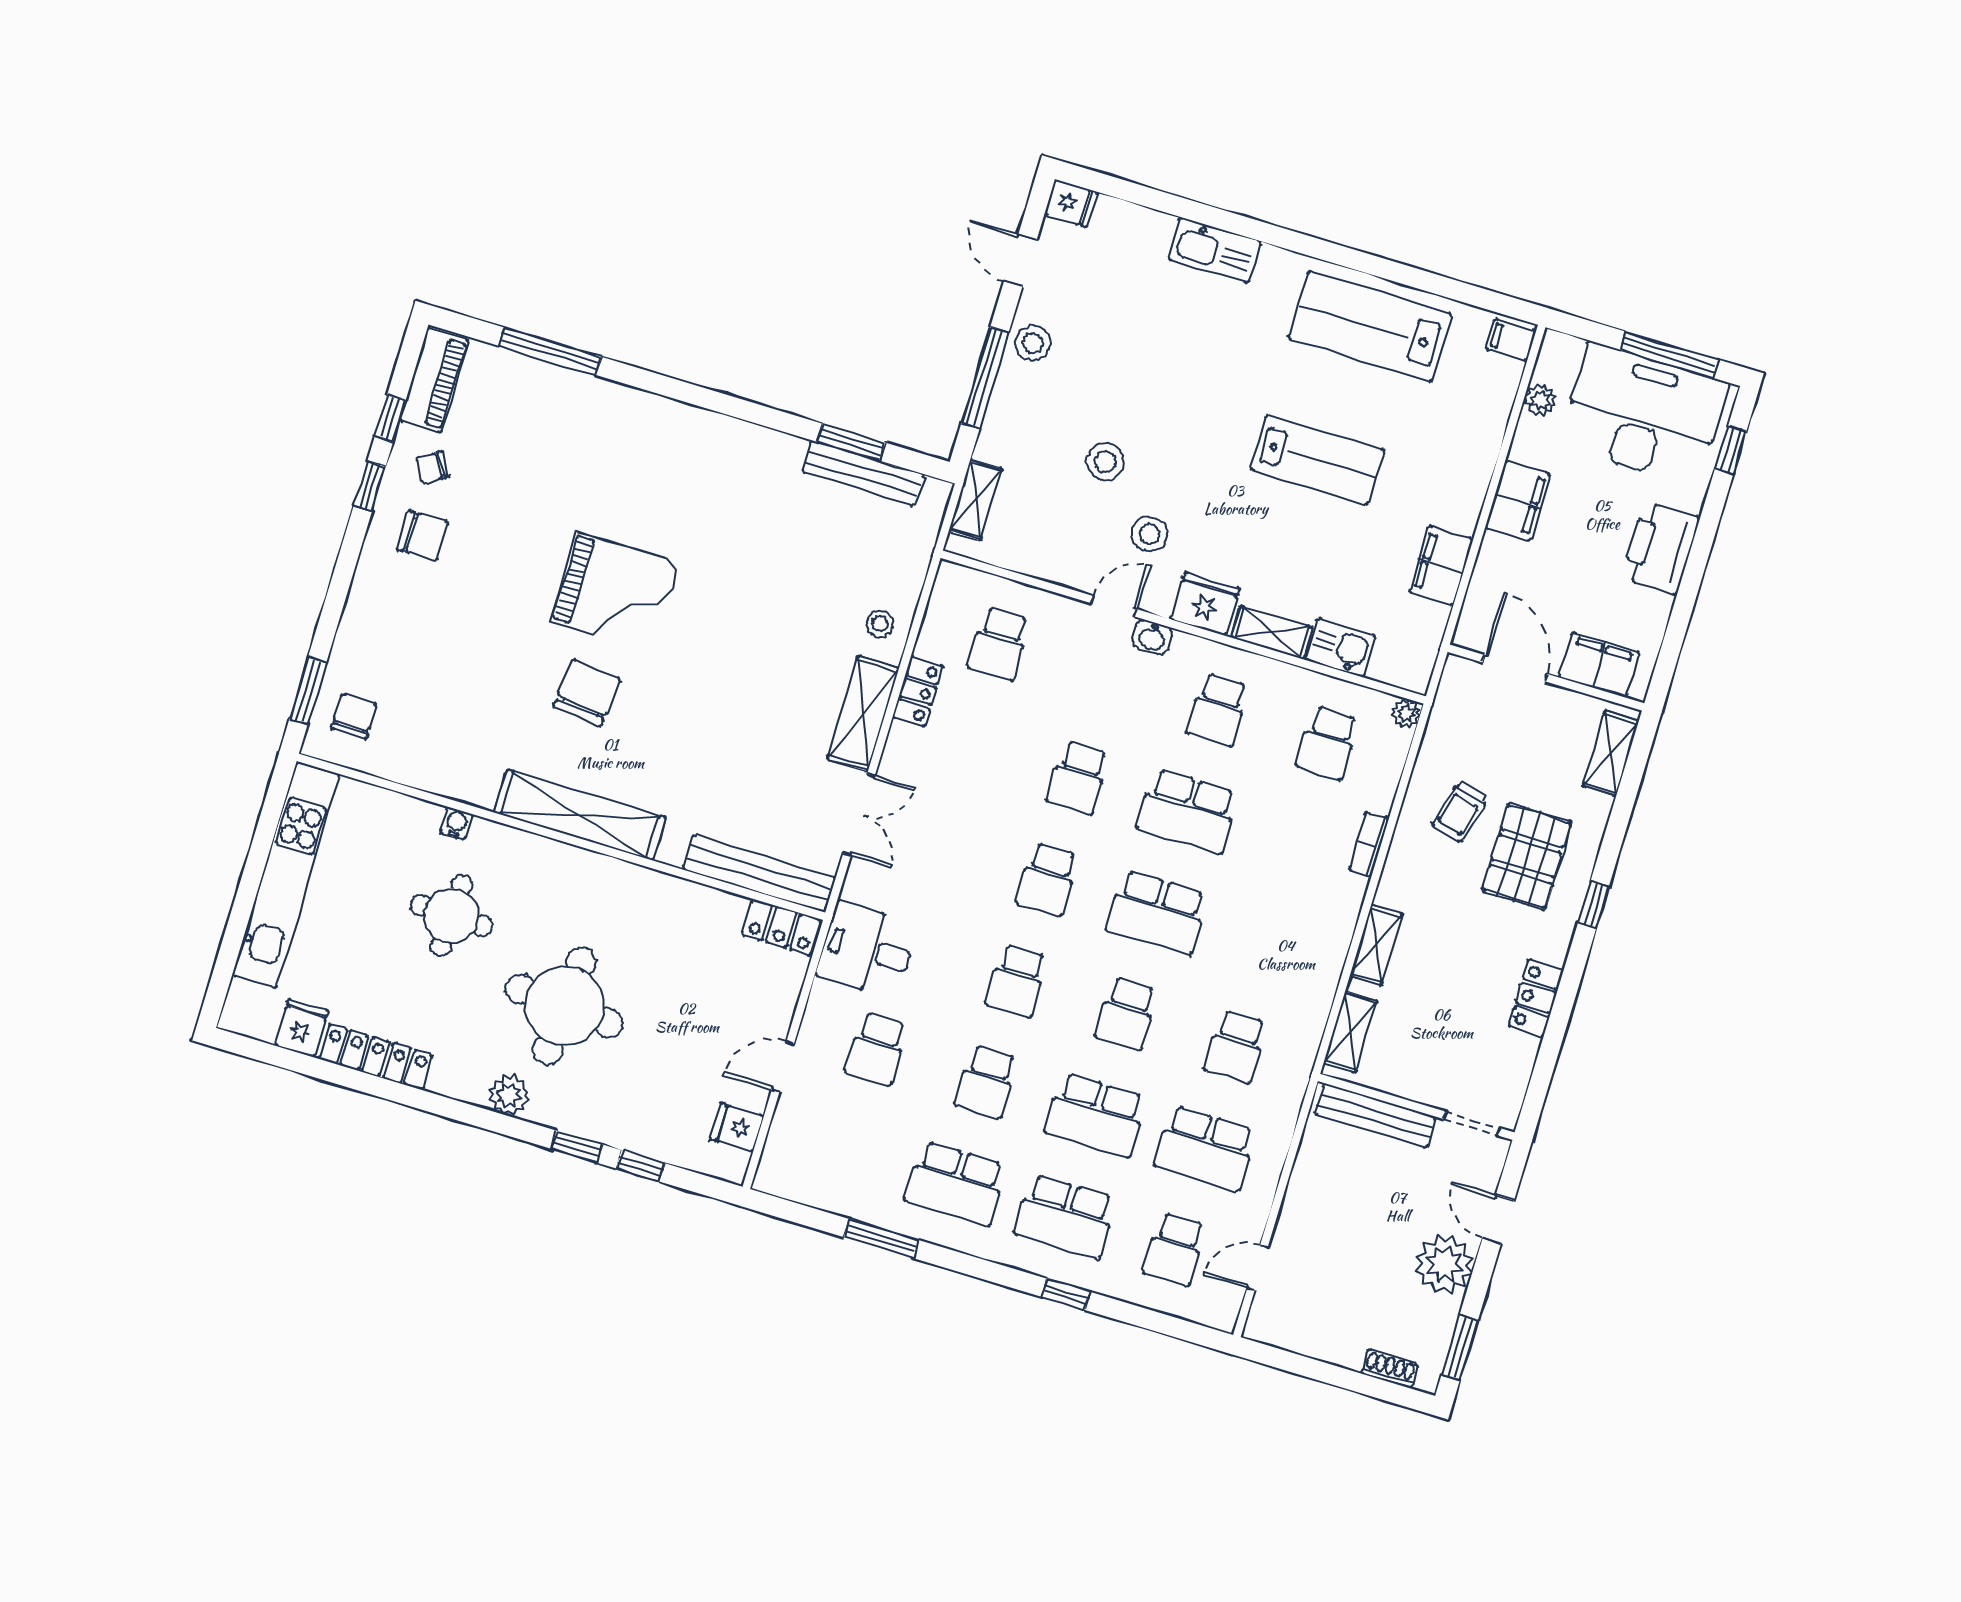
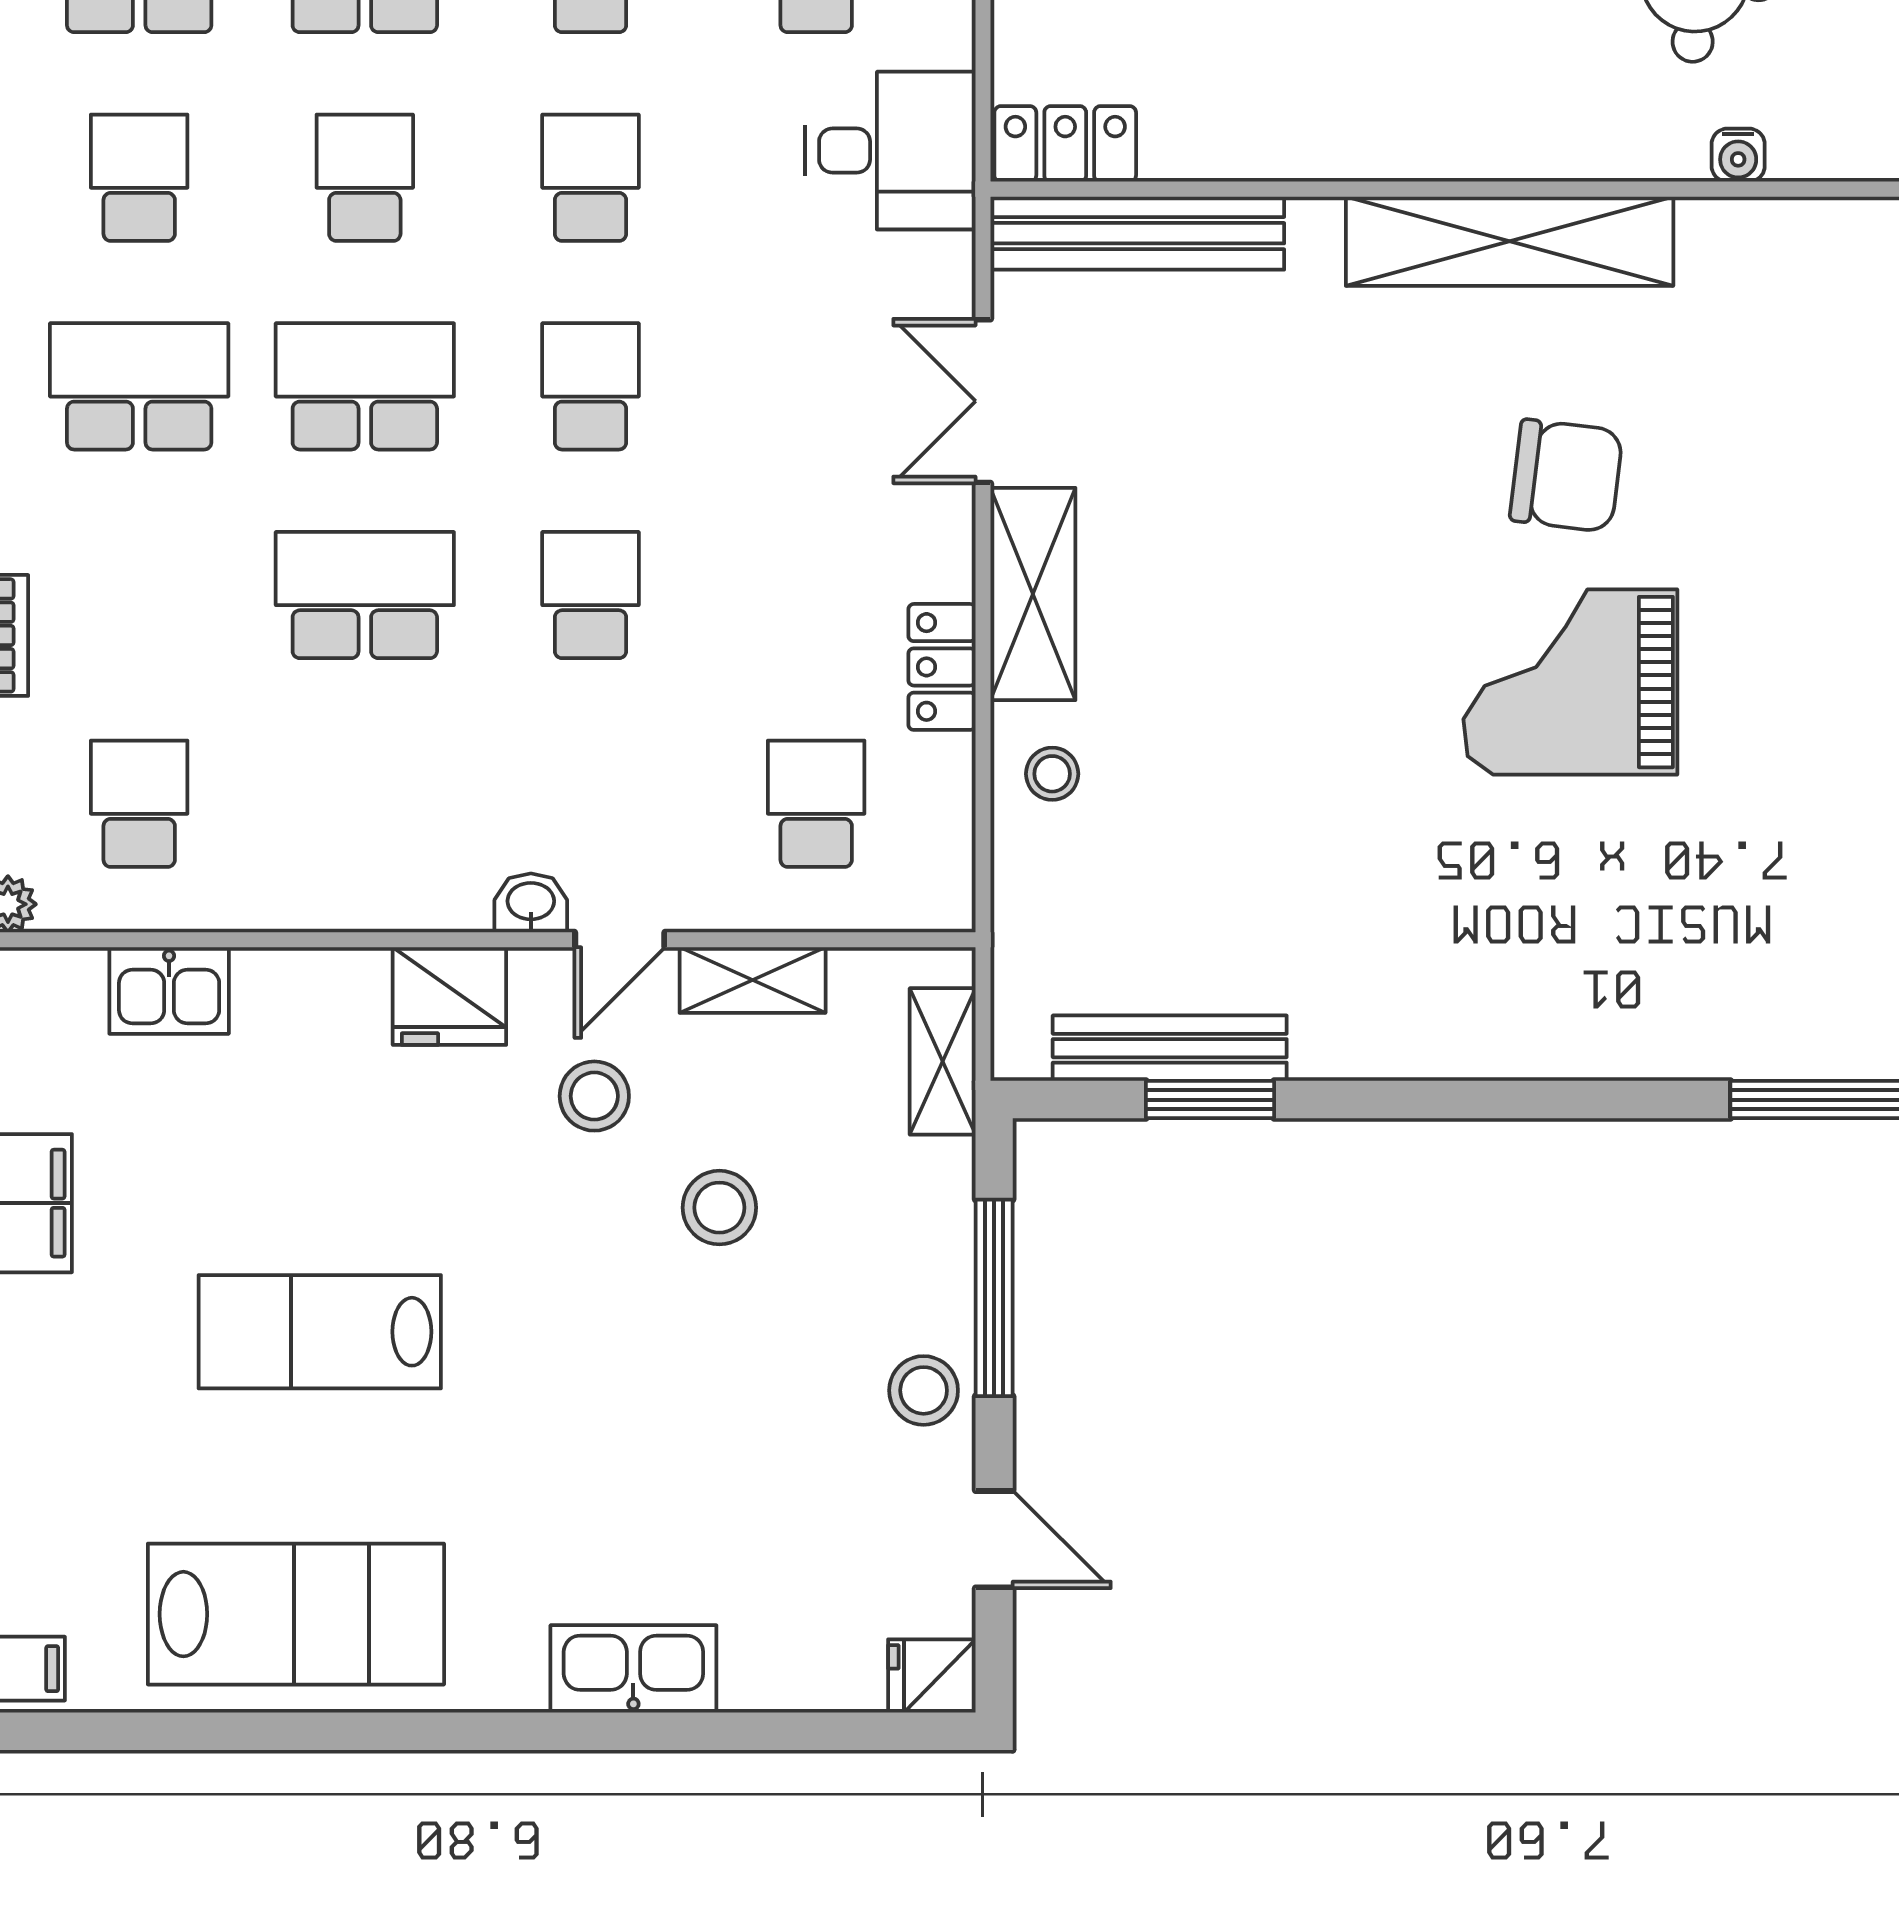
shelving: (1272, 632) -> (753, 980), moved
chair: (587, 693) -> (1566, 476), turned -89
school desk: (1218, 710) -> (139, 386), moved, width x1.85

